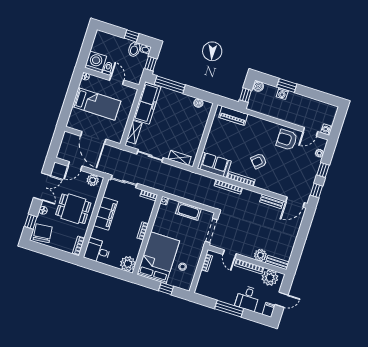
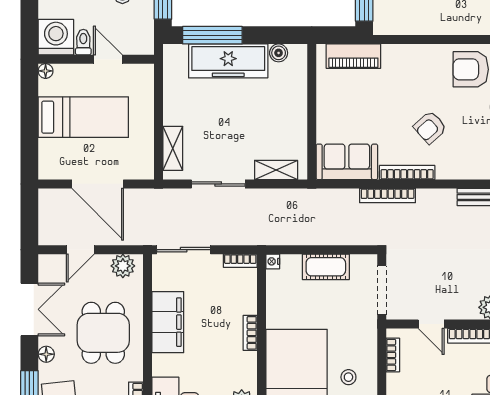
freezer: (147, 103) -> (228, 61), moved, turned 90
dining table: (73, 209) -> (103, 333), turned 90

